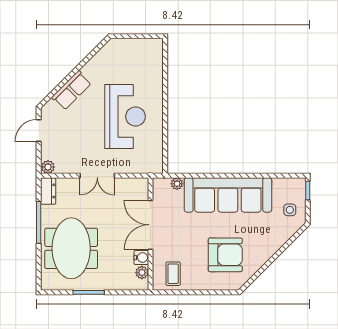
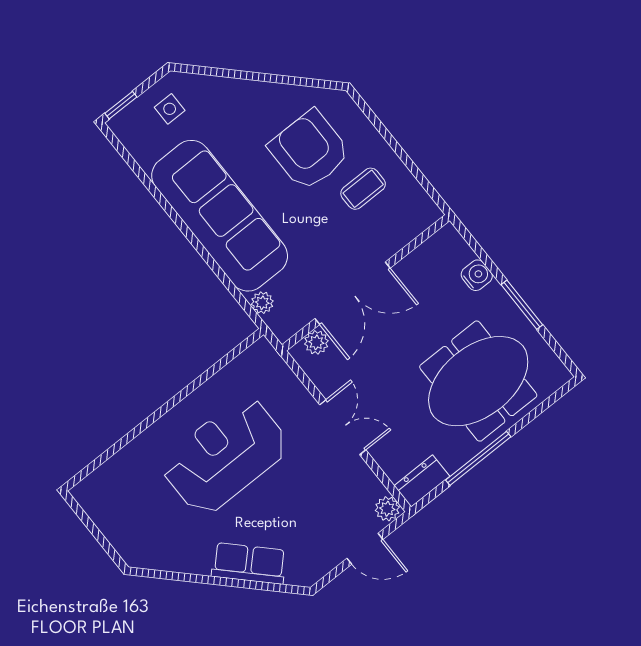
door: (39, 130) -> (365, 549), moved
water cooler: (141, 257) -> (477, 275), moved, turned 90
plant: (142, 273) -> (316, 342), moved
coffee table: (173, 274) -> (363, 189), moved

